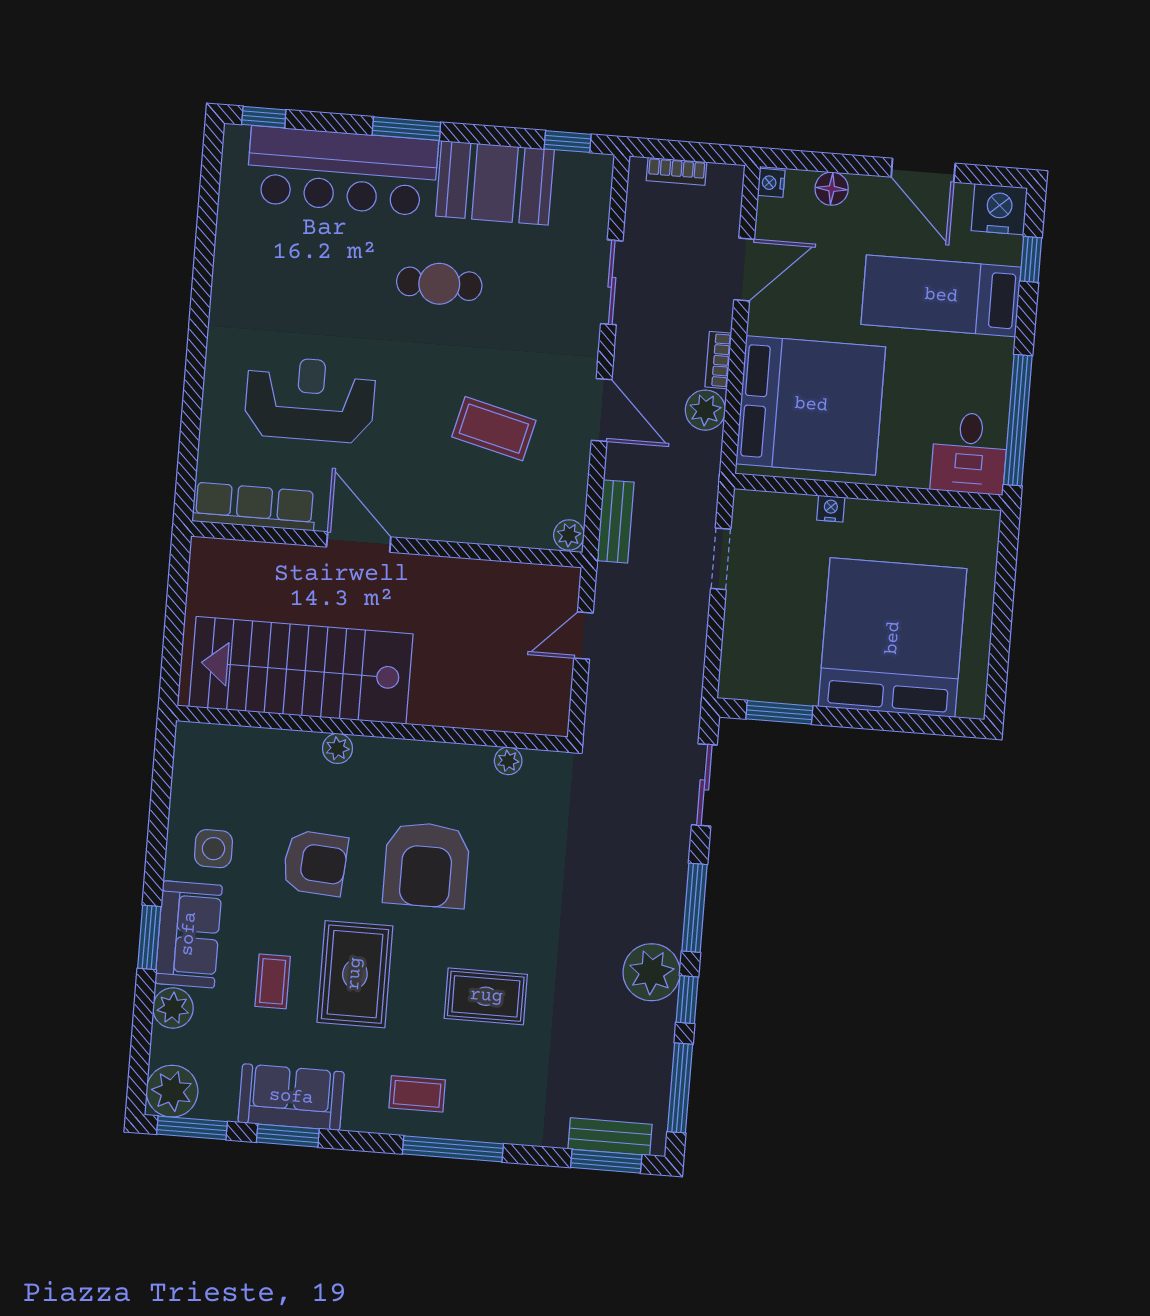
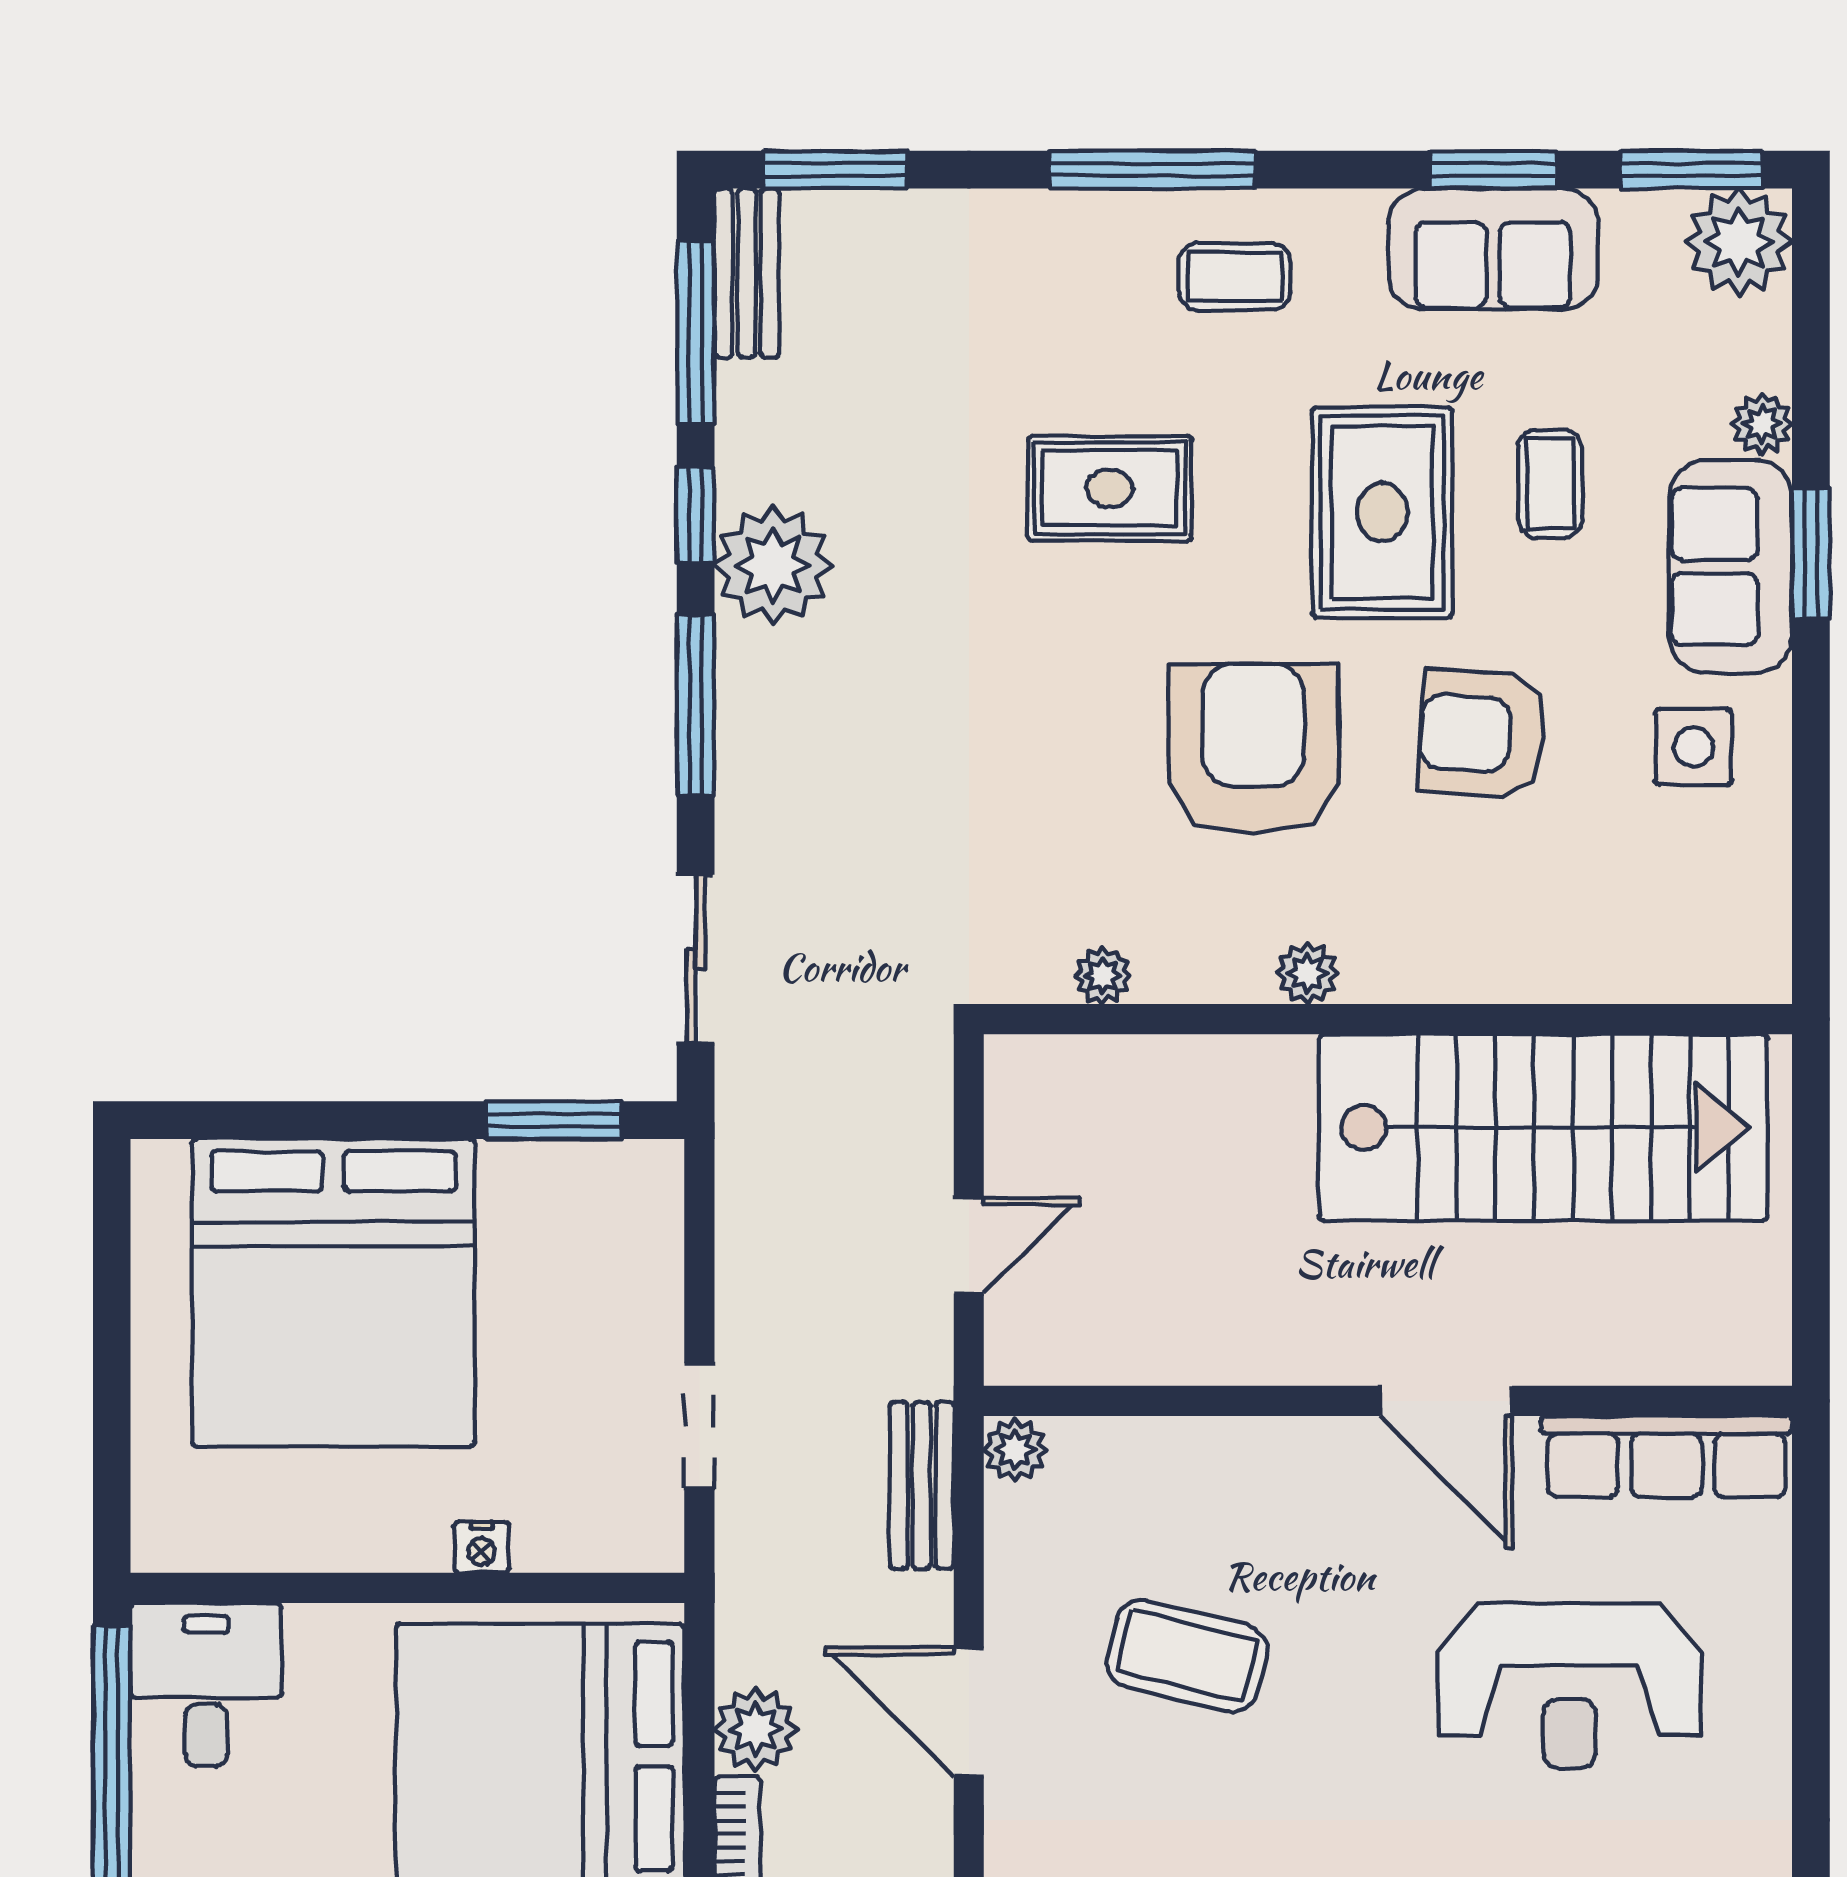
plant: (338, 748) -> (1307, 973), moved
plant: (173, 1008) -> (1762, 424), width x0.73, depth x0.73
bench: (610, 1137) -> (747, 273), moved, turned 90

